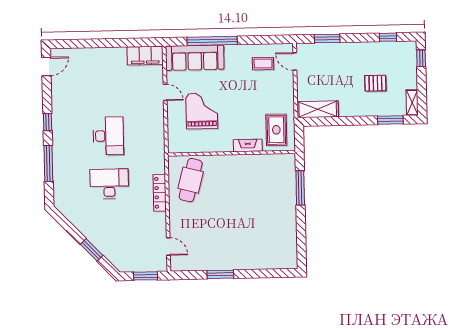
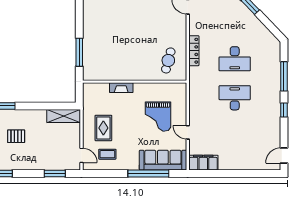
rug: (276, 130) -> (103, 128), moved
desk: (108, 136) -> (235, 98), turned 90
cafe table: (191, 180) -> (168, 60), width x0.73, depth x0.74

